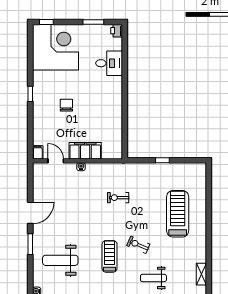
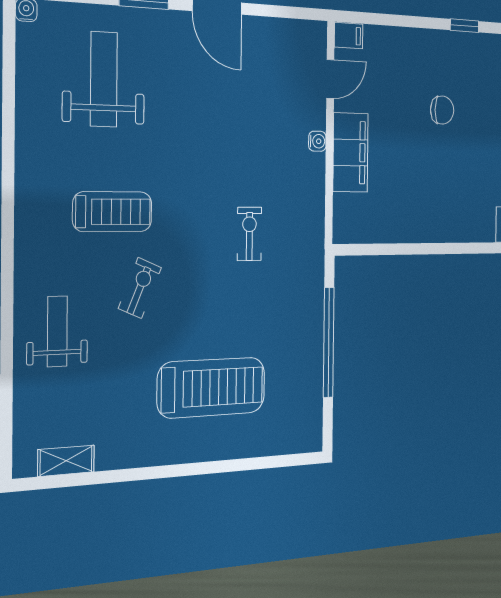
window: (162, 160) -> (329, 343), width x3.17

